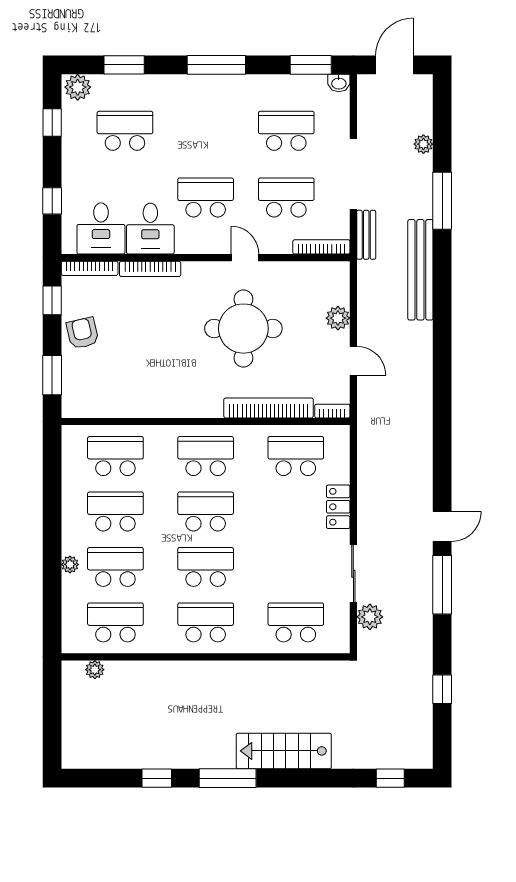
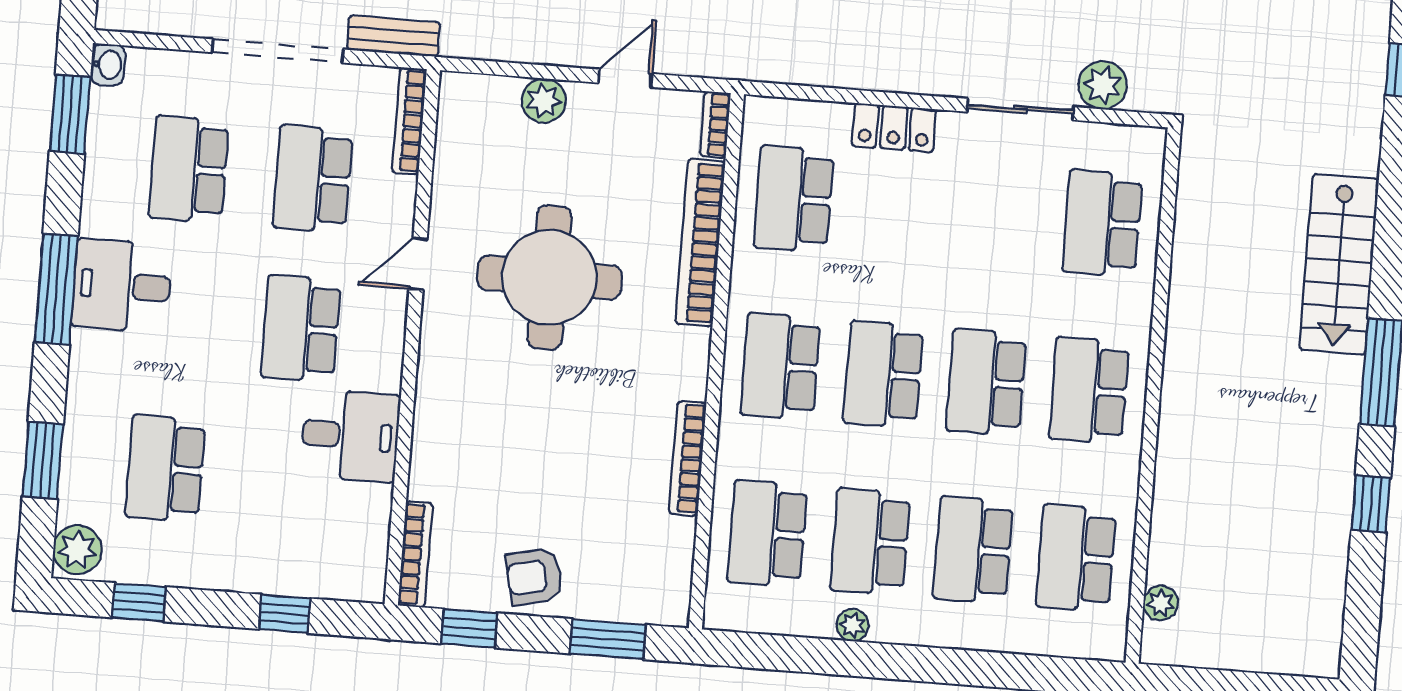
desk: (101, 228) -> (122, 286), moved, turned 180
bookcase: (150, 269) -> (688, 458), moved, turned 180
plant: (70, 564) -> (853, 625), moved

